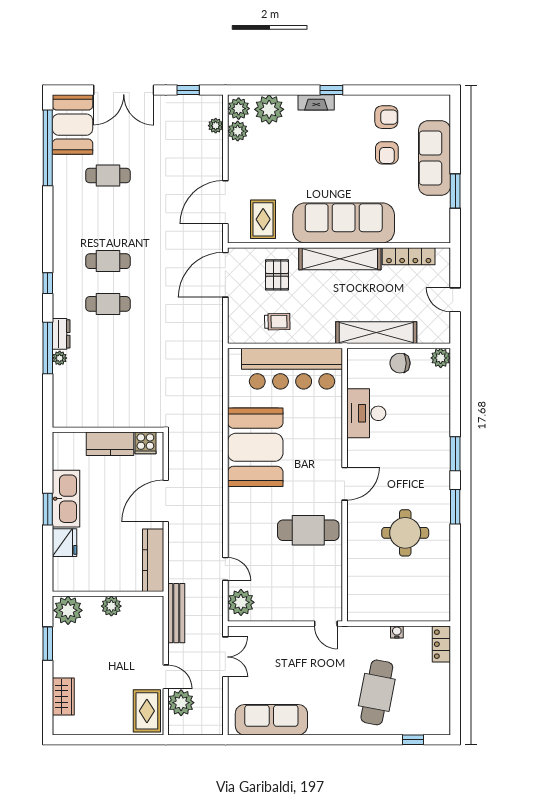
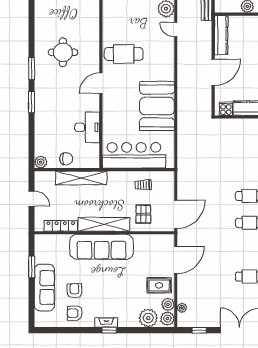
fireplace: (316, 102) -> (106, 322), moved
rug: (263, 219) -> (159, 285), moved, turned 90

